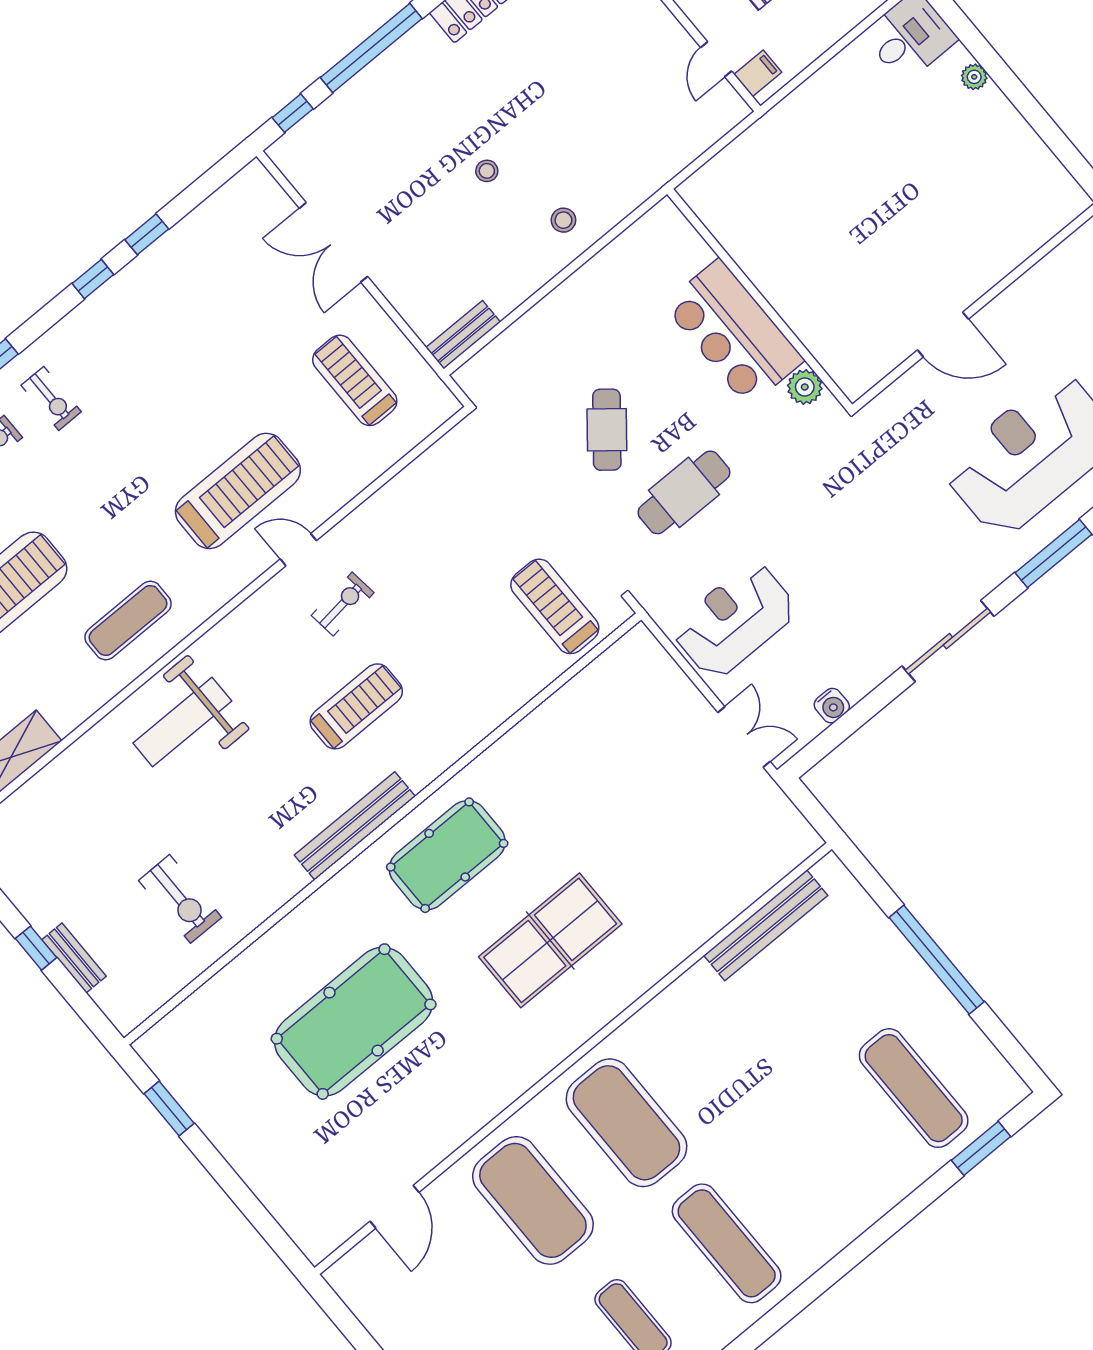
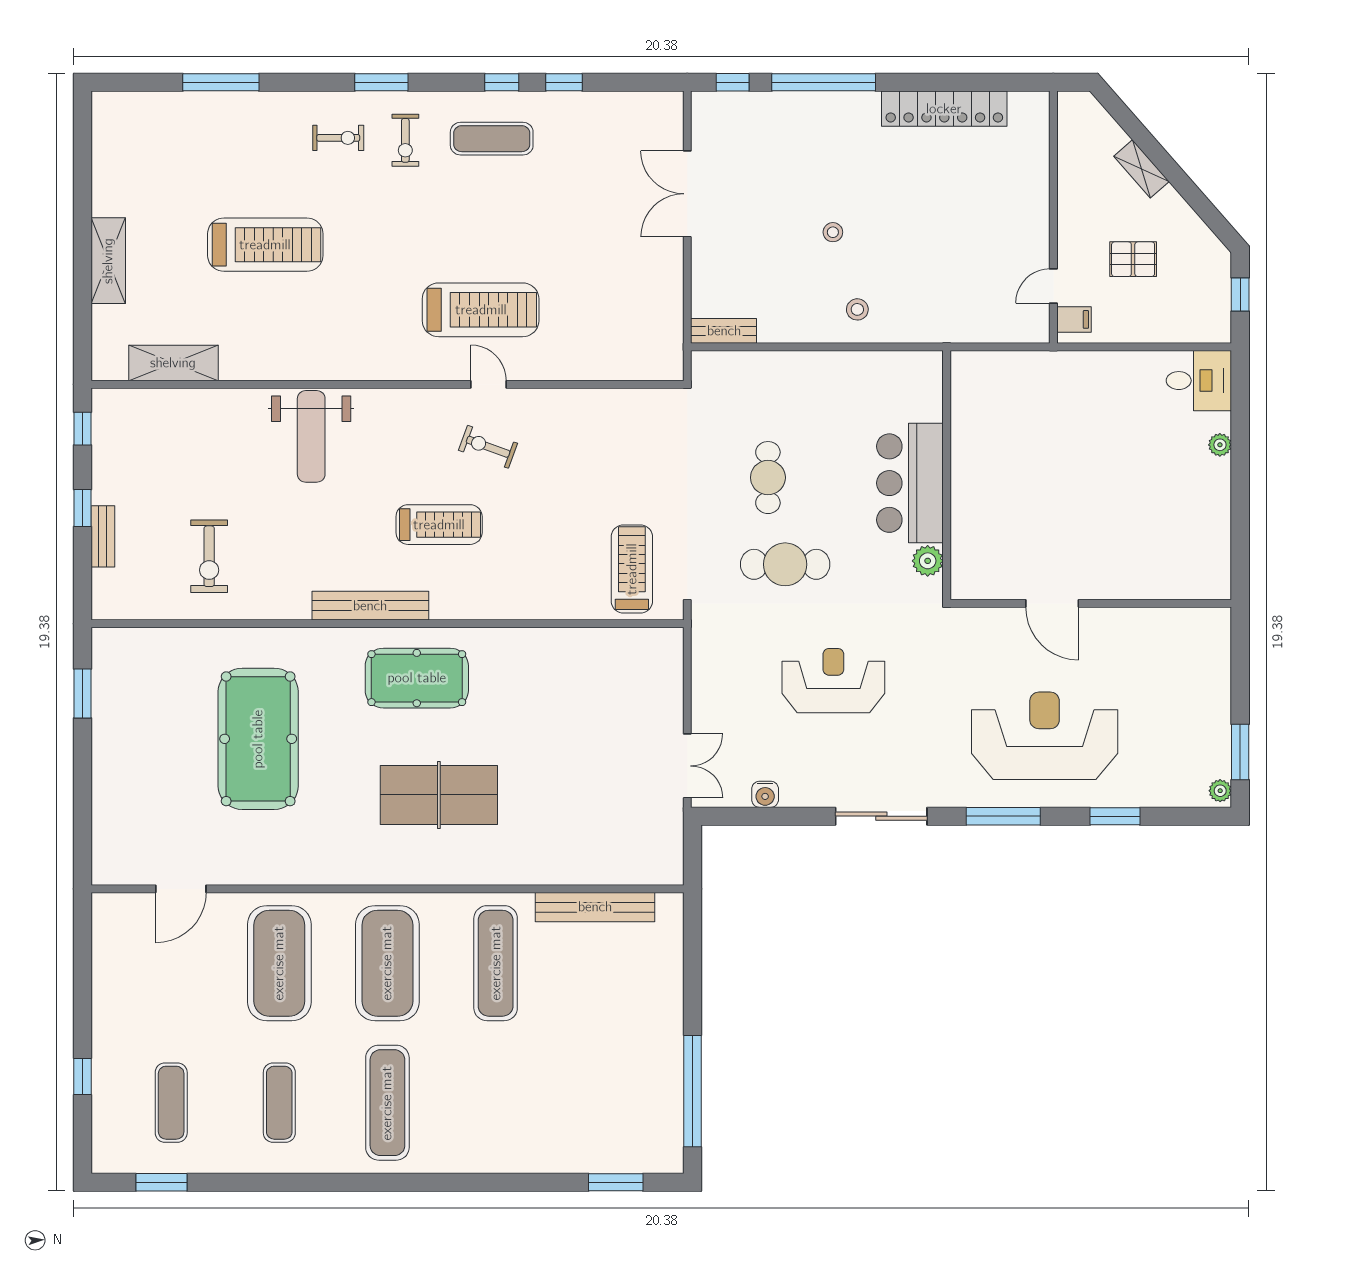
treadmill: (355, 380) -> (623, 301), removed
cafe table: (607, 430) -> (768, 478), turned -39
exercise bike: (343, 604) -> (488, 447), turned -153
exercise mat: (128, 620) -> (492, 139), moved
reception desk: (734, 620) -> (833, 681), moved
weight bench: (182, 722) -> (311, 436), turned -90
window: (937, 960) -> (692, 1091), moved
pool table: (354, 1022) -> (258, 739), turned 90
exercise mat: (914, 1088) -> (496, 963), moved

